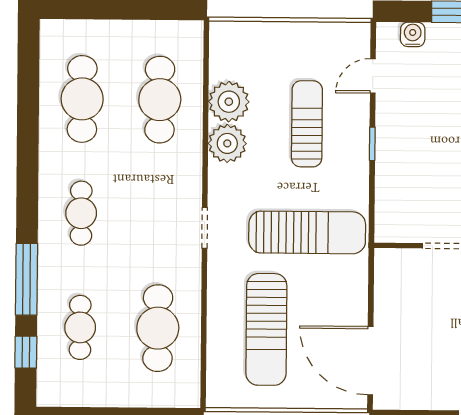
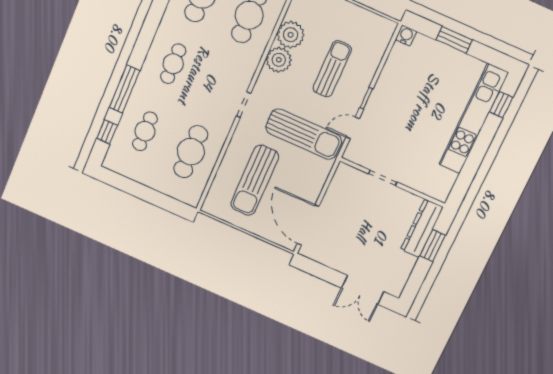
water cooler: (413, 34) -> (406, 35), moved
door: (373, 76) -> (353, 128), moved

